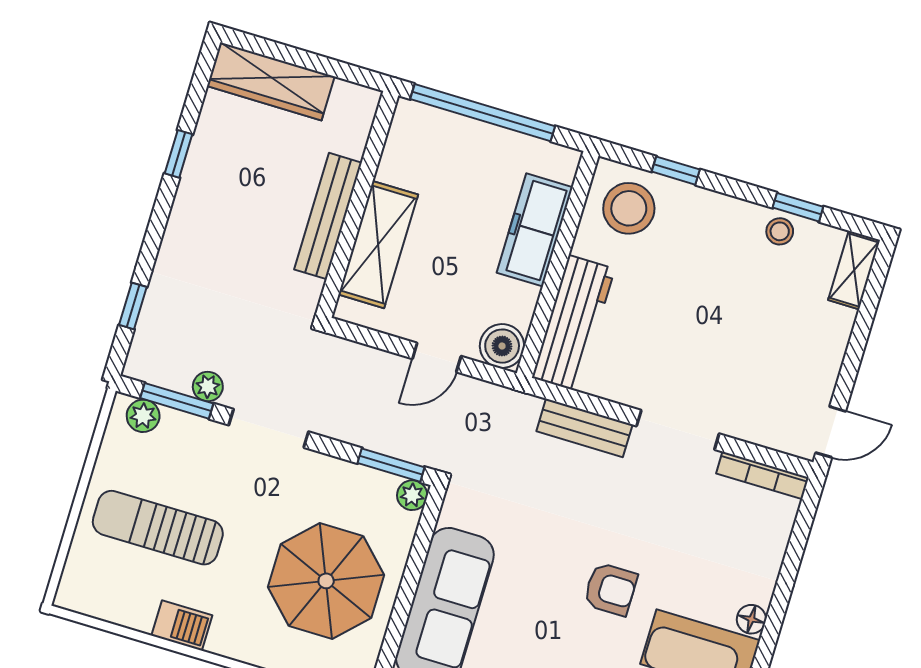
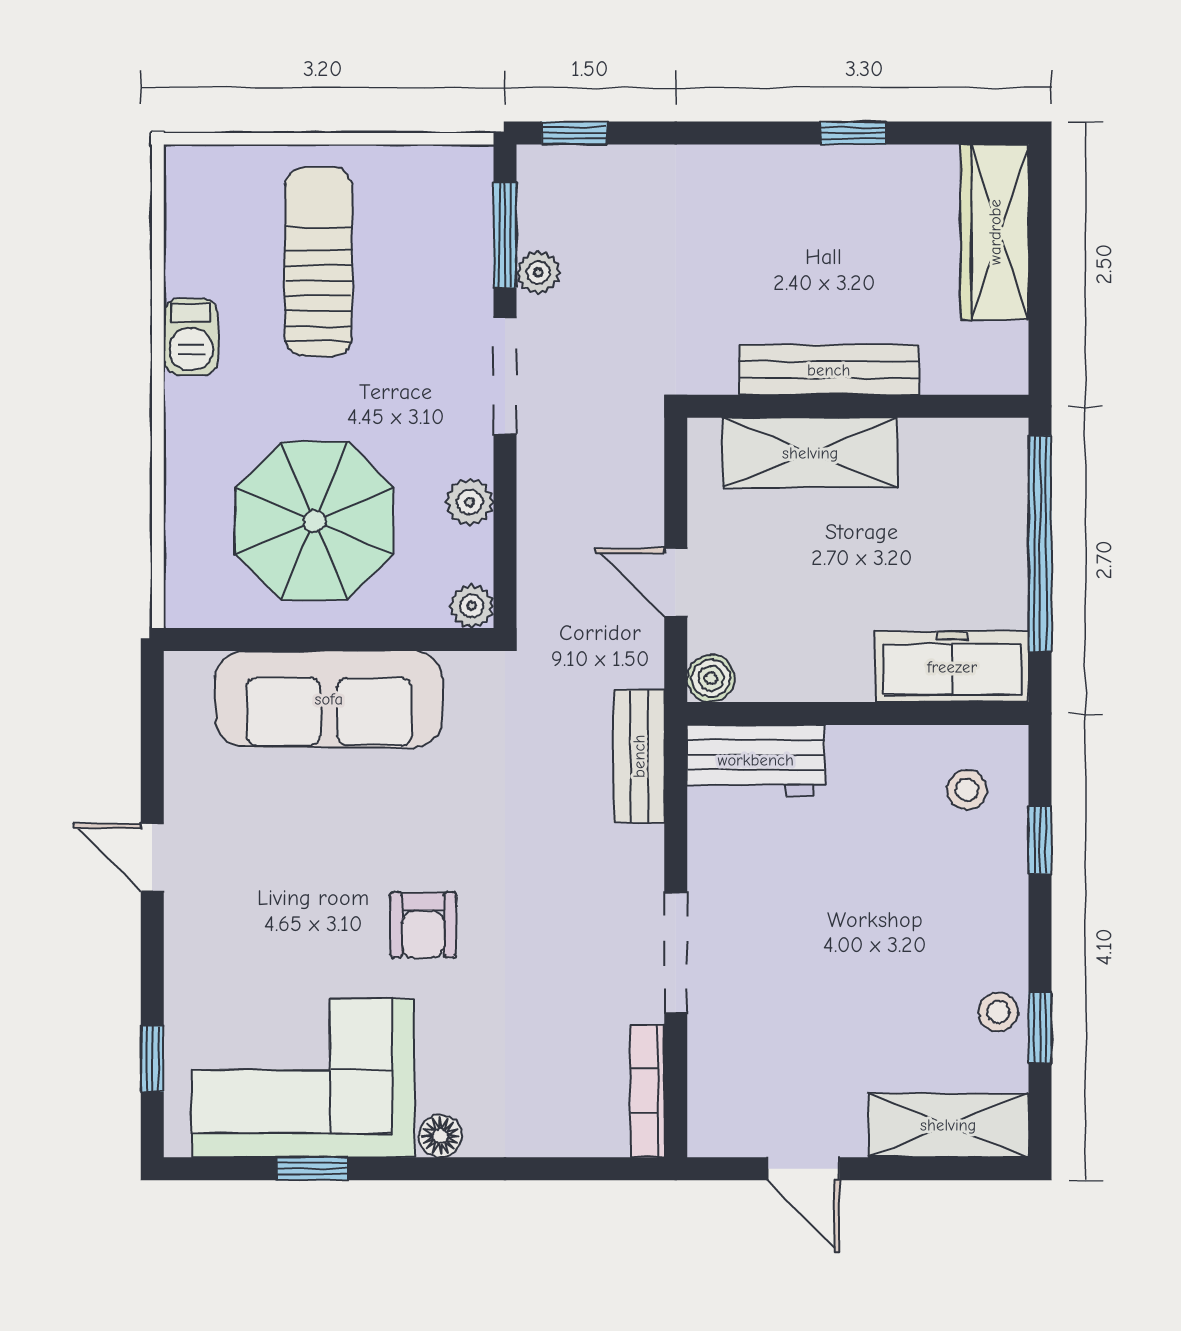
stool: (629, 208) -> (967, 790), width x0.53, depth x0.53
freezer: (535, 230) -> (952, 667), moved
shelving: (854, 270) -> (948, 1125), width x1.50, depth x1.33
window: (133, 306) -> (574, 133), moved
workbench: (573, 323) -> (756, 760), width x0.73
boiler: (502, 346) -> (711, 678), width x0.73, depth x0.73
plant: (143, 416) -> (470, 502), moved
bench: (584, 428) -> (639, 756), moved
door: (831, 432) -> (803, 1169), moved
window: (391, 465) -> (505, 564), removed

